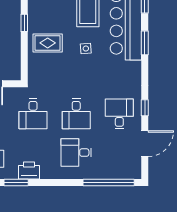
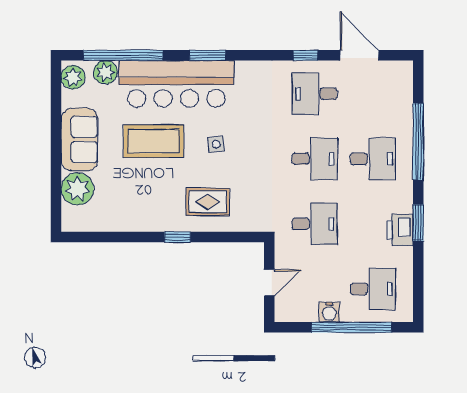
rug: (48, 43) -> (208, 202), turned 90
desk: (76, 153) -> (373, 159), turned -90
window: (16, 183) -> (418, 223), moved
window: (109, 183) -> (418, 141), moved

